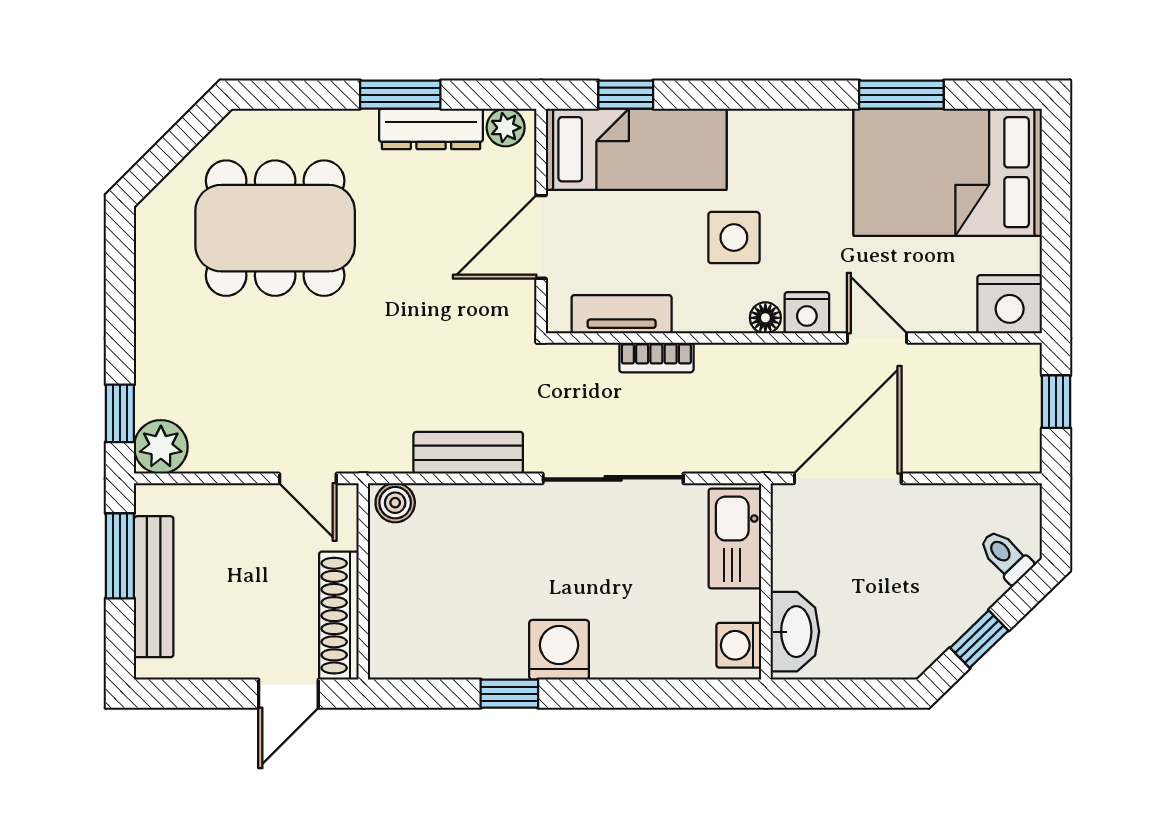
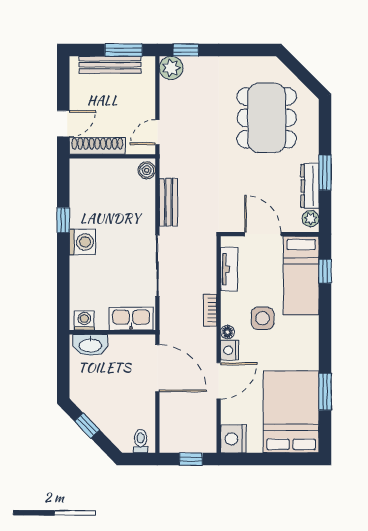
door: (877, 338) -> (219, 381), width x1.38
bookcase: (656, 357) -> (210, 310), moved
toilet: (1006, 557) -> (141, 441), moved, turned -46
door: (288, 694) -> (63, 124), swing flipped

